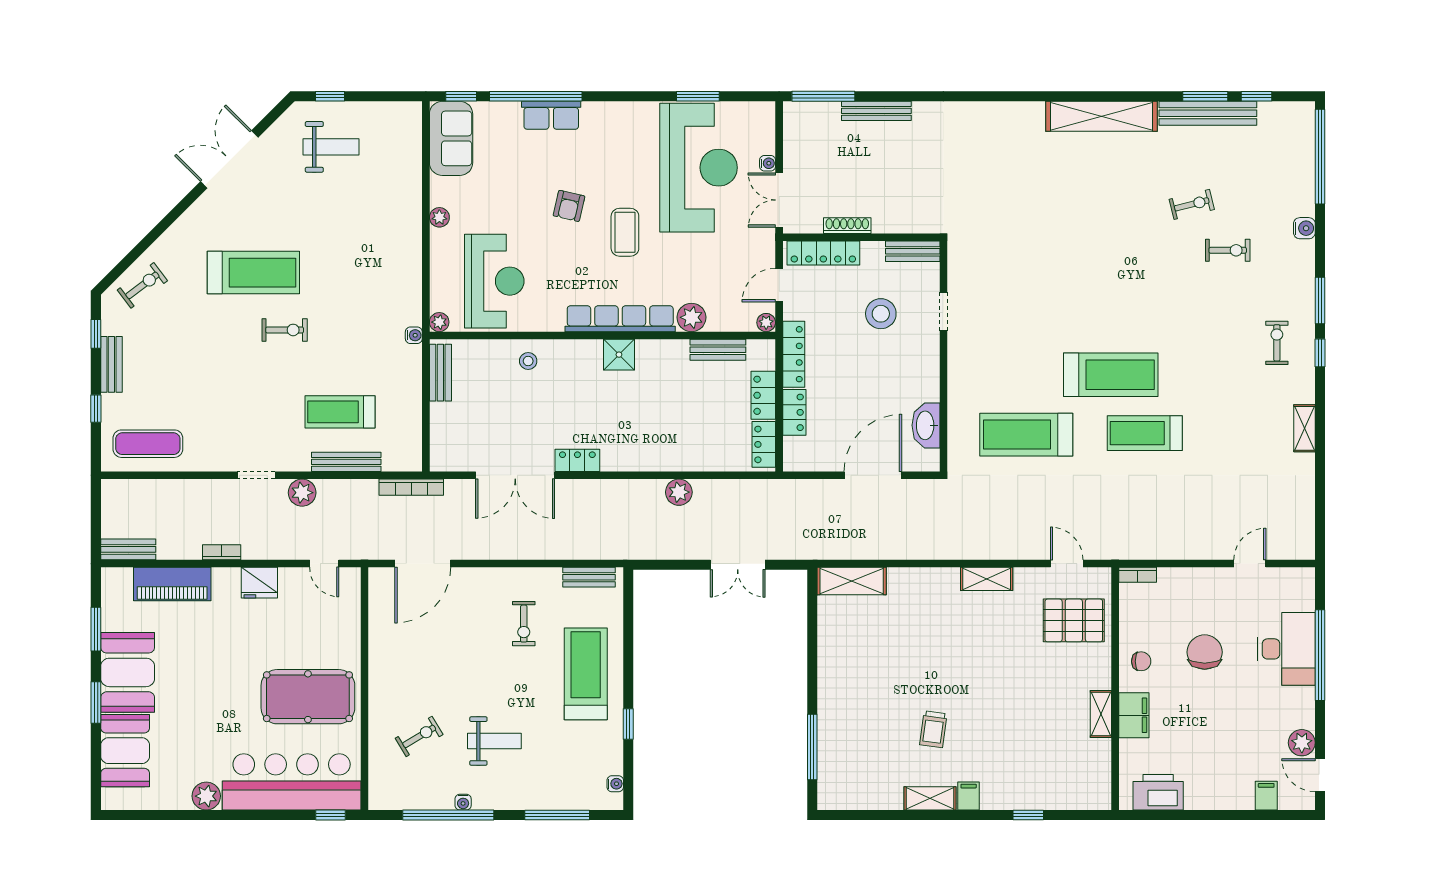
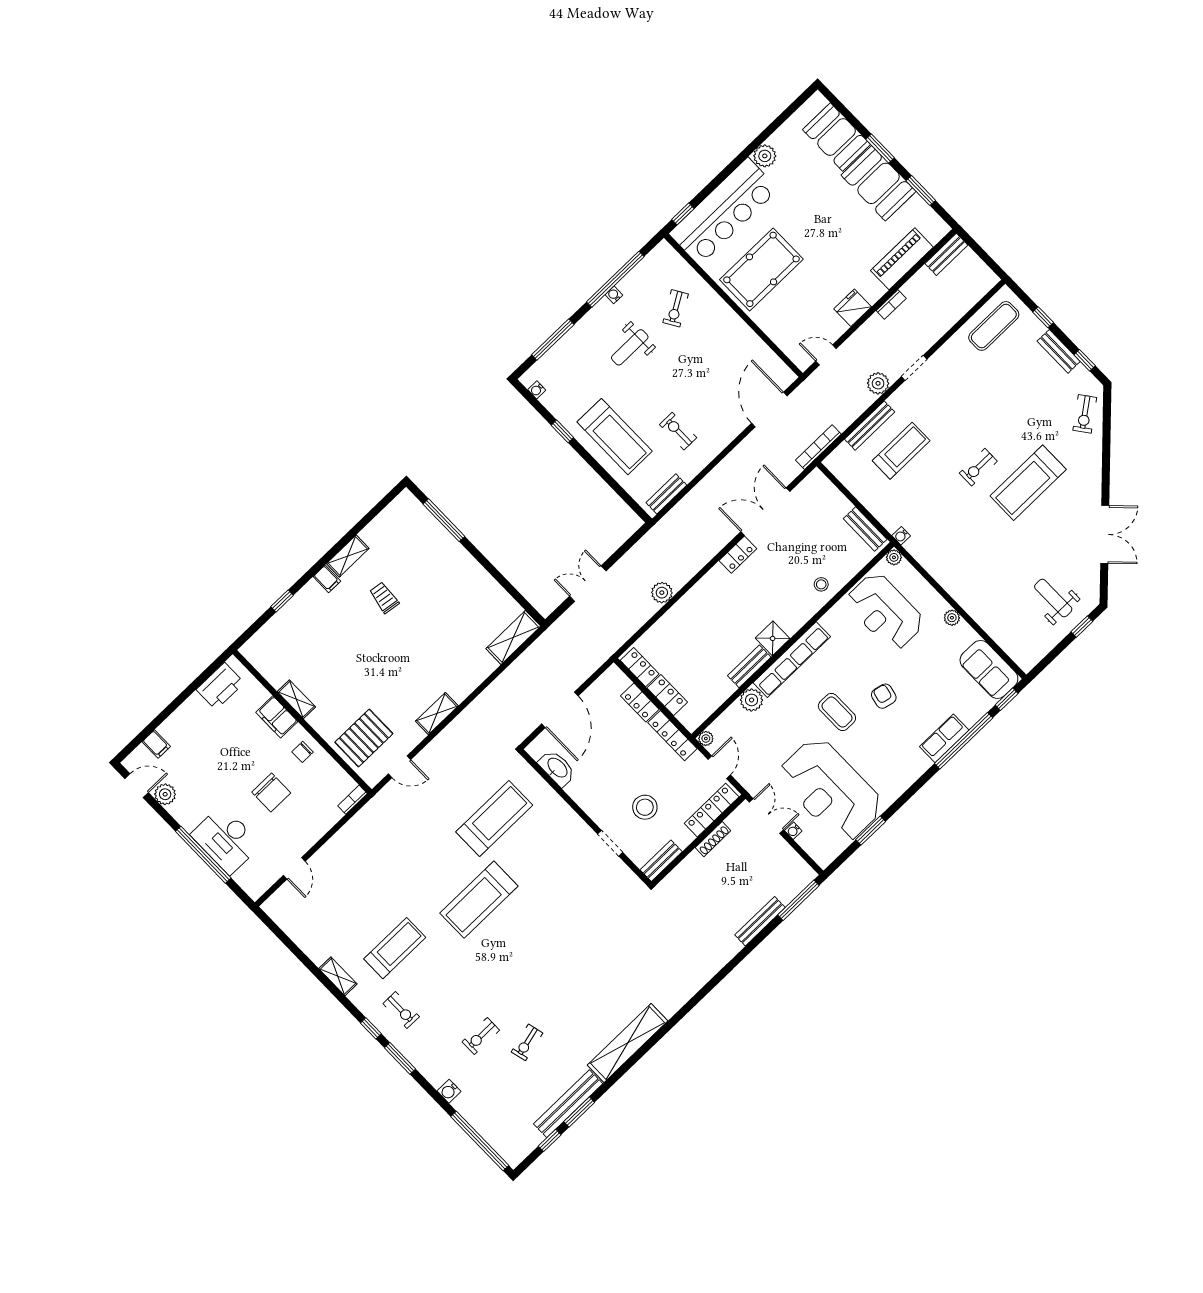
weight bench: (331, 147) -> (1053, 598), turned 90
bench: (718, 350) -> (749, 666), moved
treadmill: (1145, 433) -> (395, 948), moved

